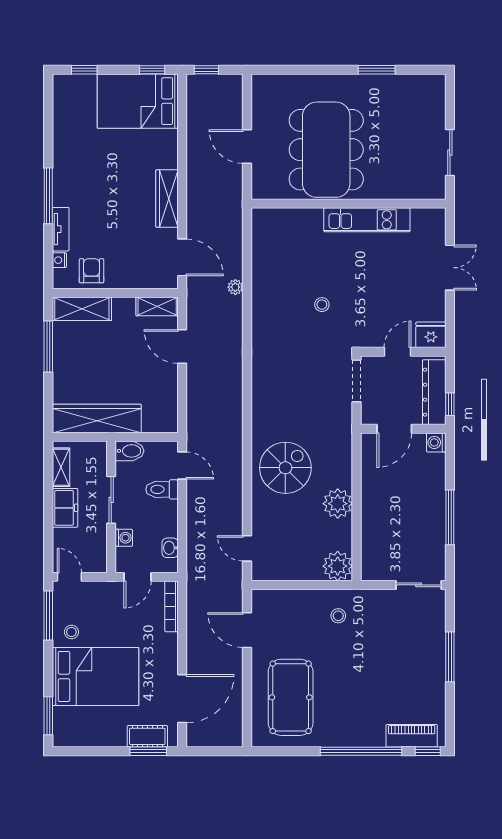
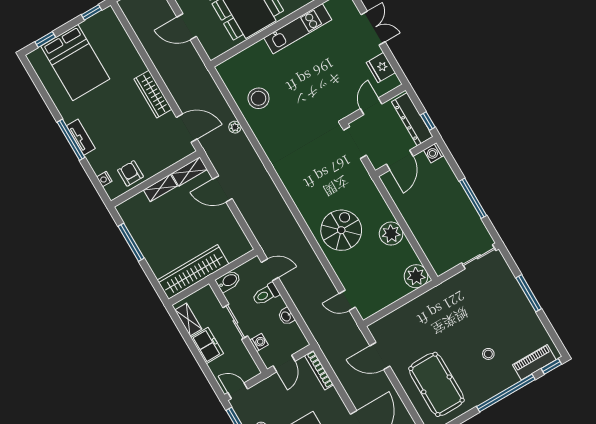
bed: (138, 101) -> (75, 63), moved, turned -90
tv unit: (61, 229) -> (81, 137), moved
stool: (322, 305) -> (259, 98), moved, width x1.89, depth x1.89
shelving: (82, 309) -> (160, 188), moved, width x0.67, depth x0.75
fridge: (431, 335) -> (381, 68), moved, turned -90
washbasin: (170, 548) -> (286, 316), moved
stool: (338, 616) -> (488, 354), moved

